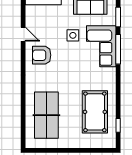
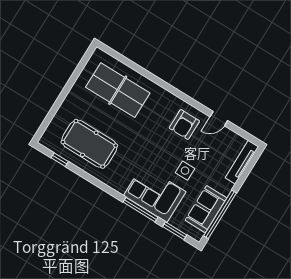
armchair: (42, 55) -> (184, 125), turned 180

